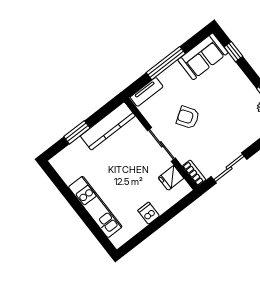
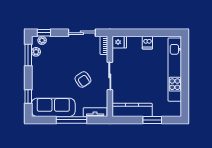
sofa: (203, 56) -> (53, 107), width x1.36
fridge: (171, 178) -> (119, 42), moved
kitchen unit: (95, 207) -> (175, 70), width x1.36

